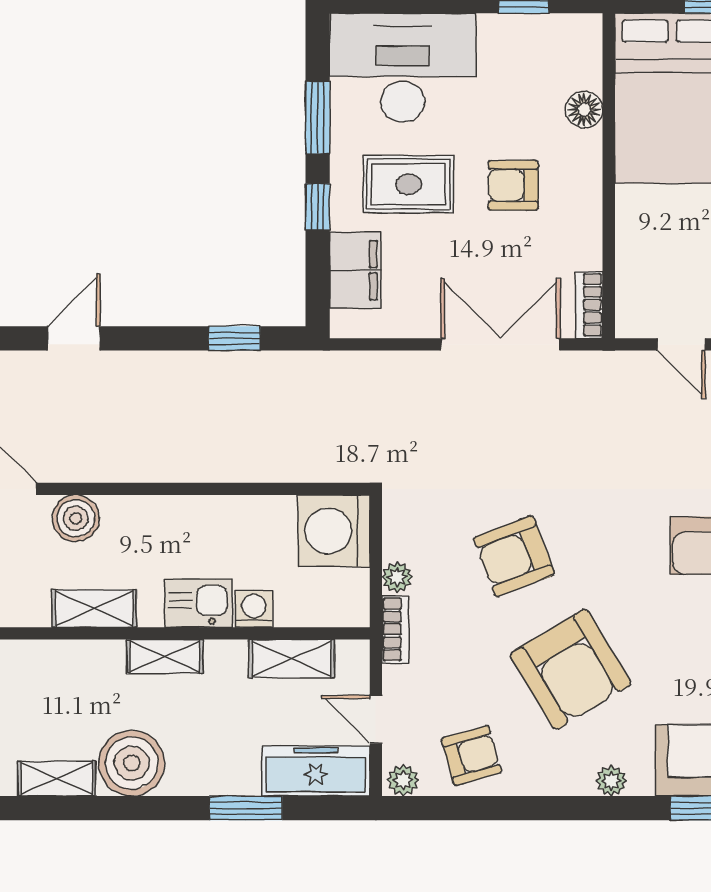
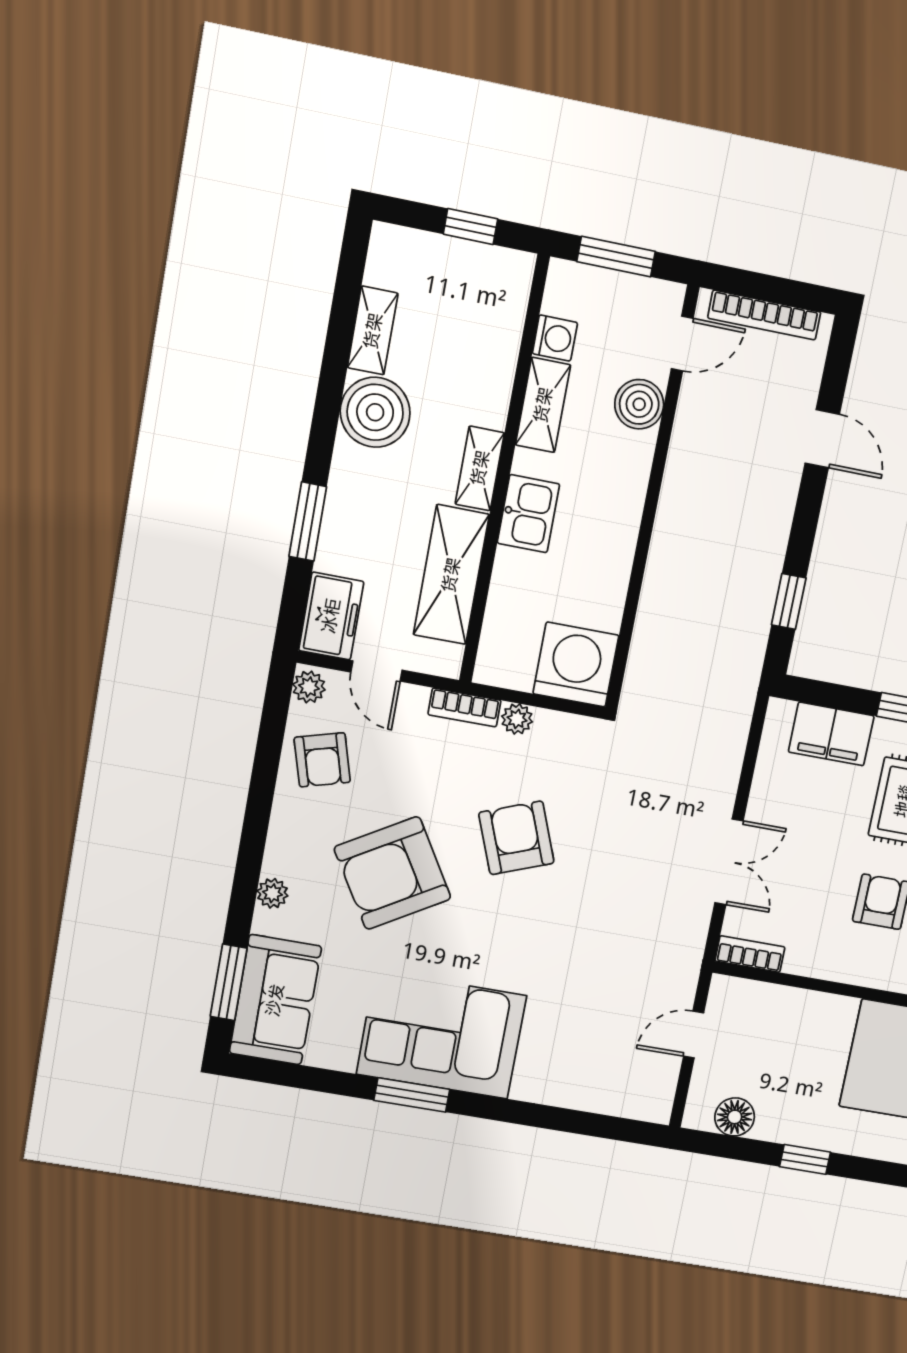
double door: (500, 344) -> (729, 862), width x0.73
washing machine: (254, 609) -> (555, 338), moved
shelving: (292, 659) -> (451, 575), width x1.50, depth x1.33
door: (376, 719) -> (376, 671), swing flipped
freezer: (316, 771) -> (331, 616), width x0.71

